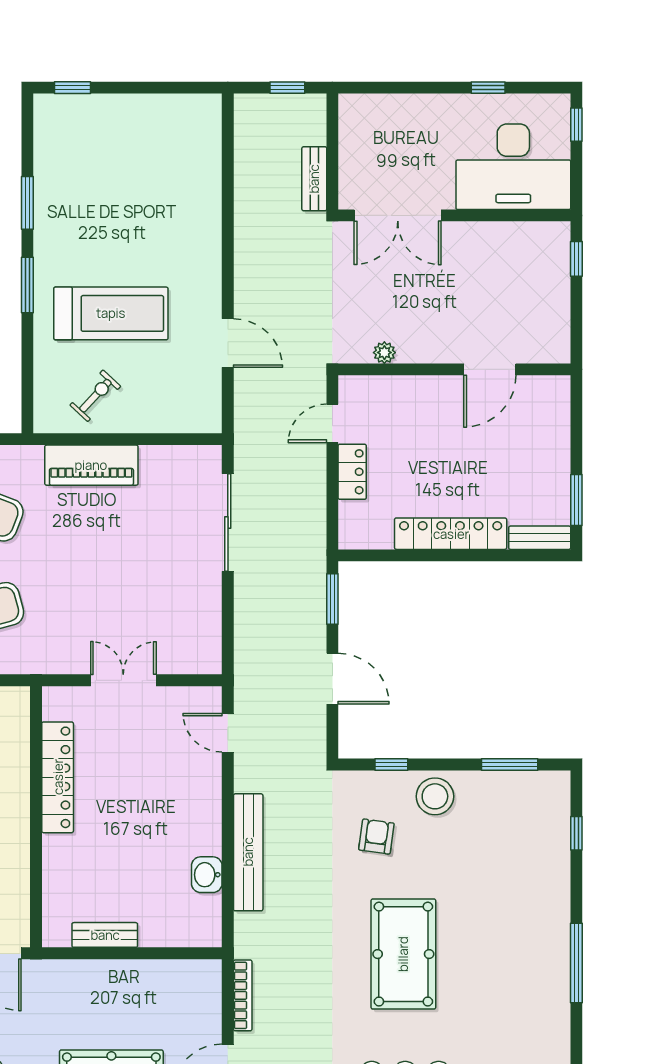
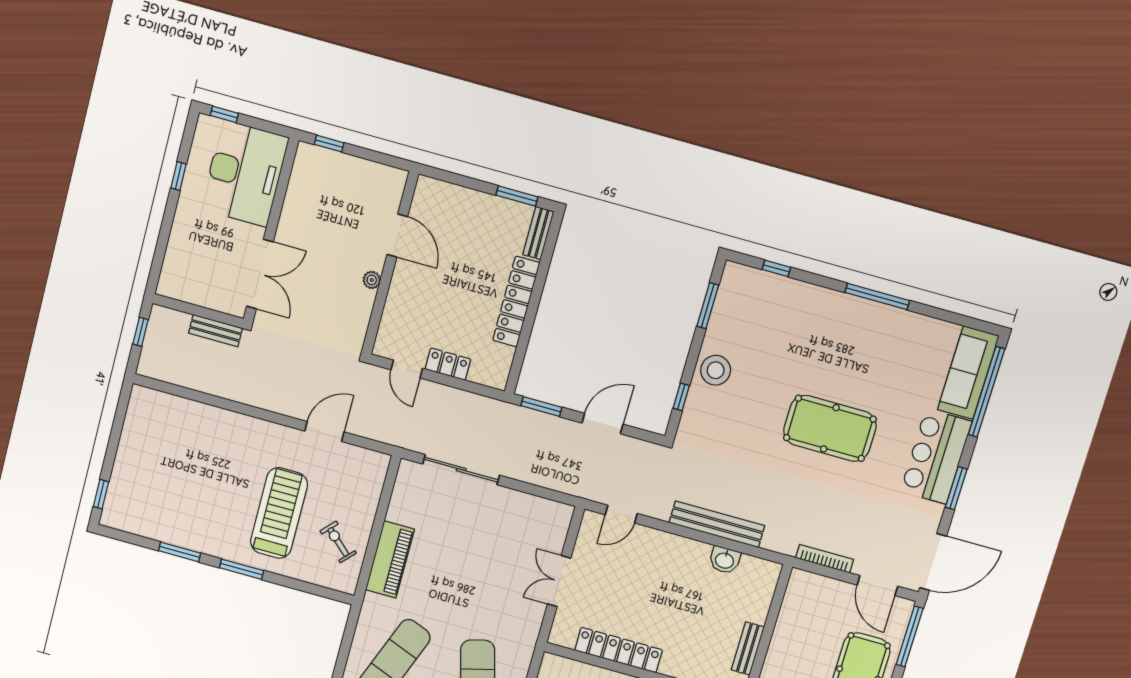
plant: (384, 353) -> (372, 280), moved
armchair: (376, 837) -> (733, 424), removed

